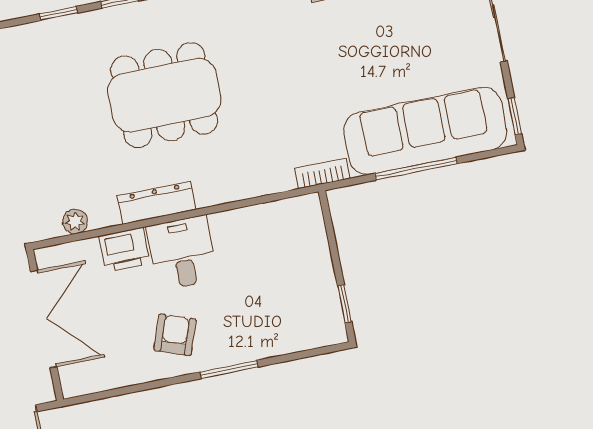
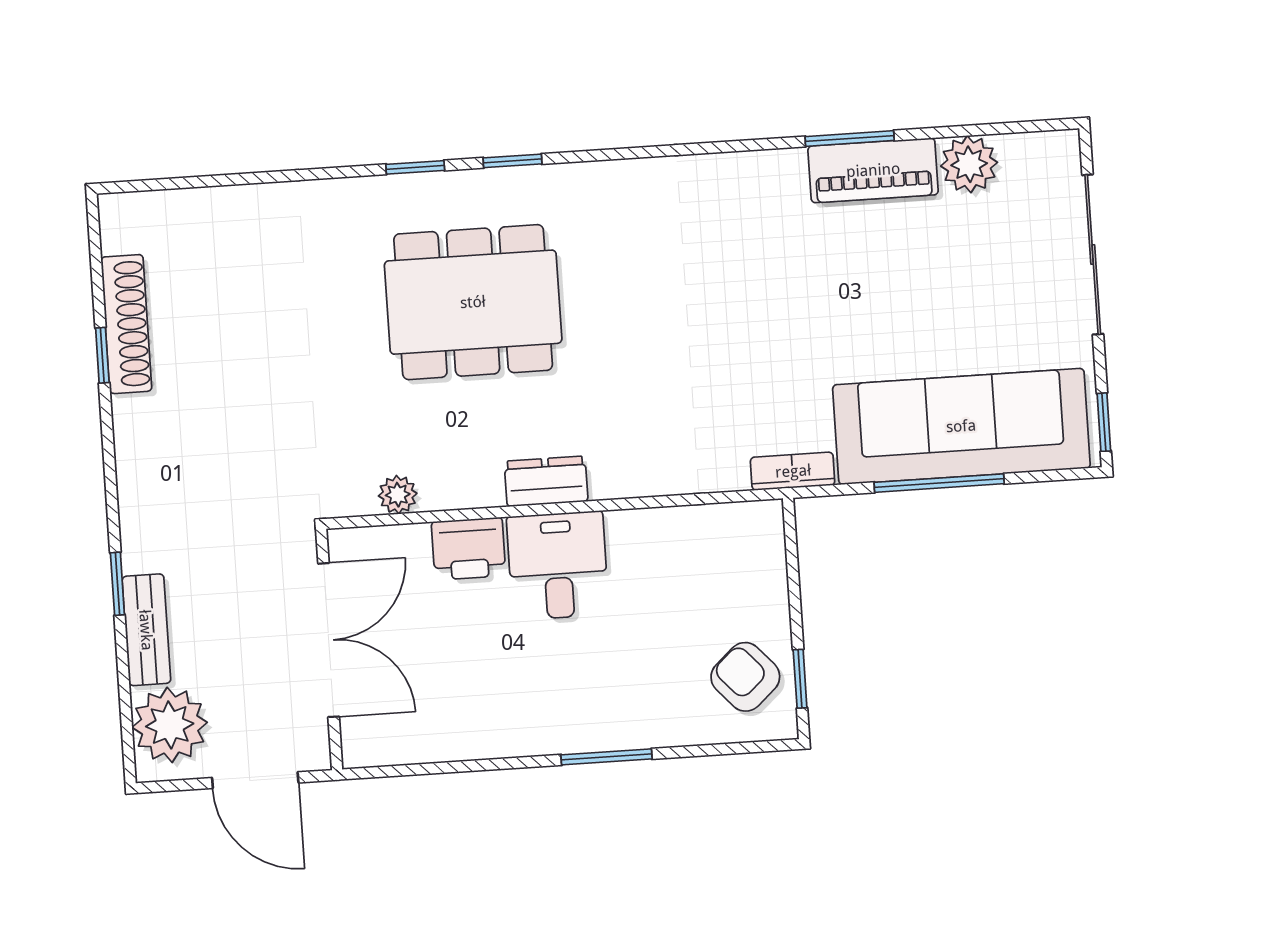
dining table: (164, 95) -> (473, 302), moved
dresser: (157, 203) -> (546, 481), width x0.70
armchair: (175, 335) -> (745, 677), moved, turned -62

